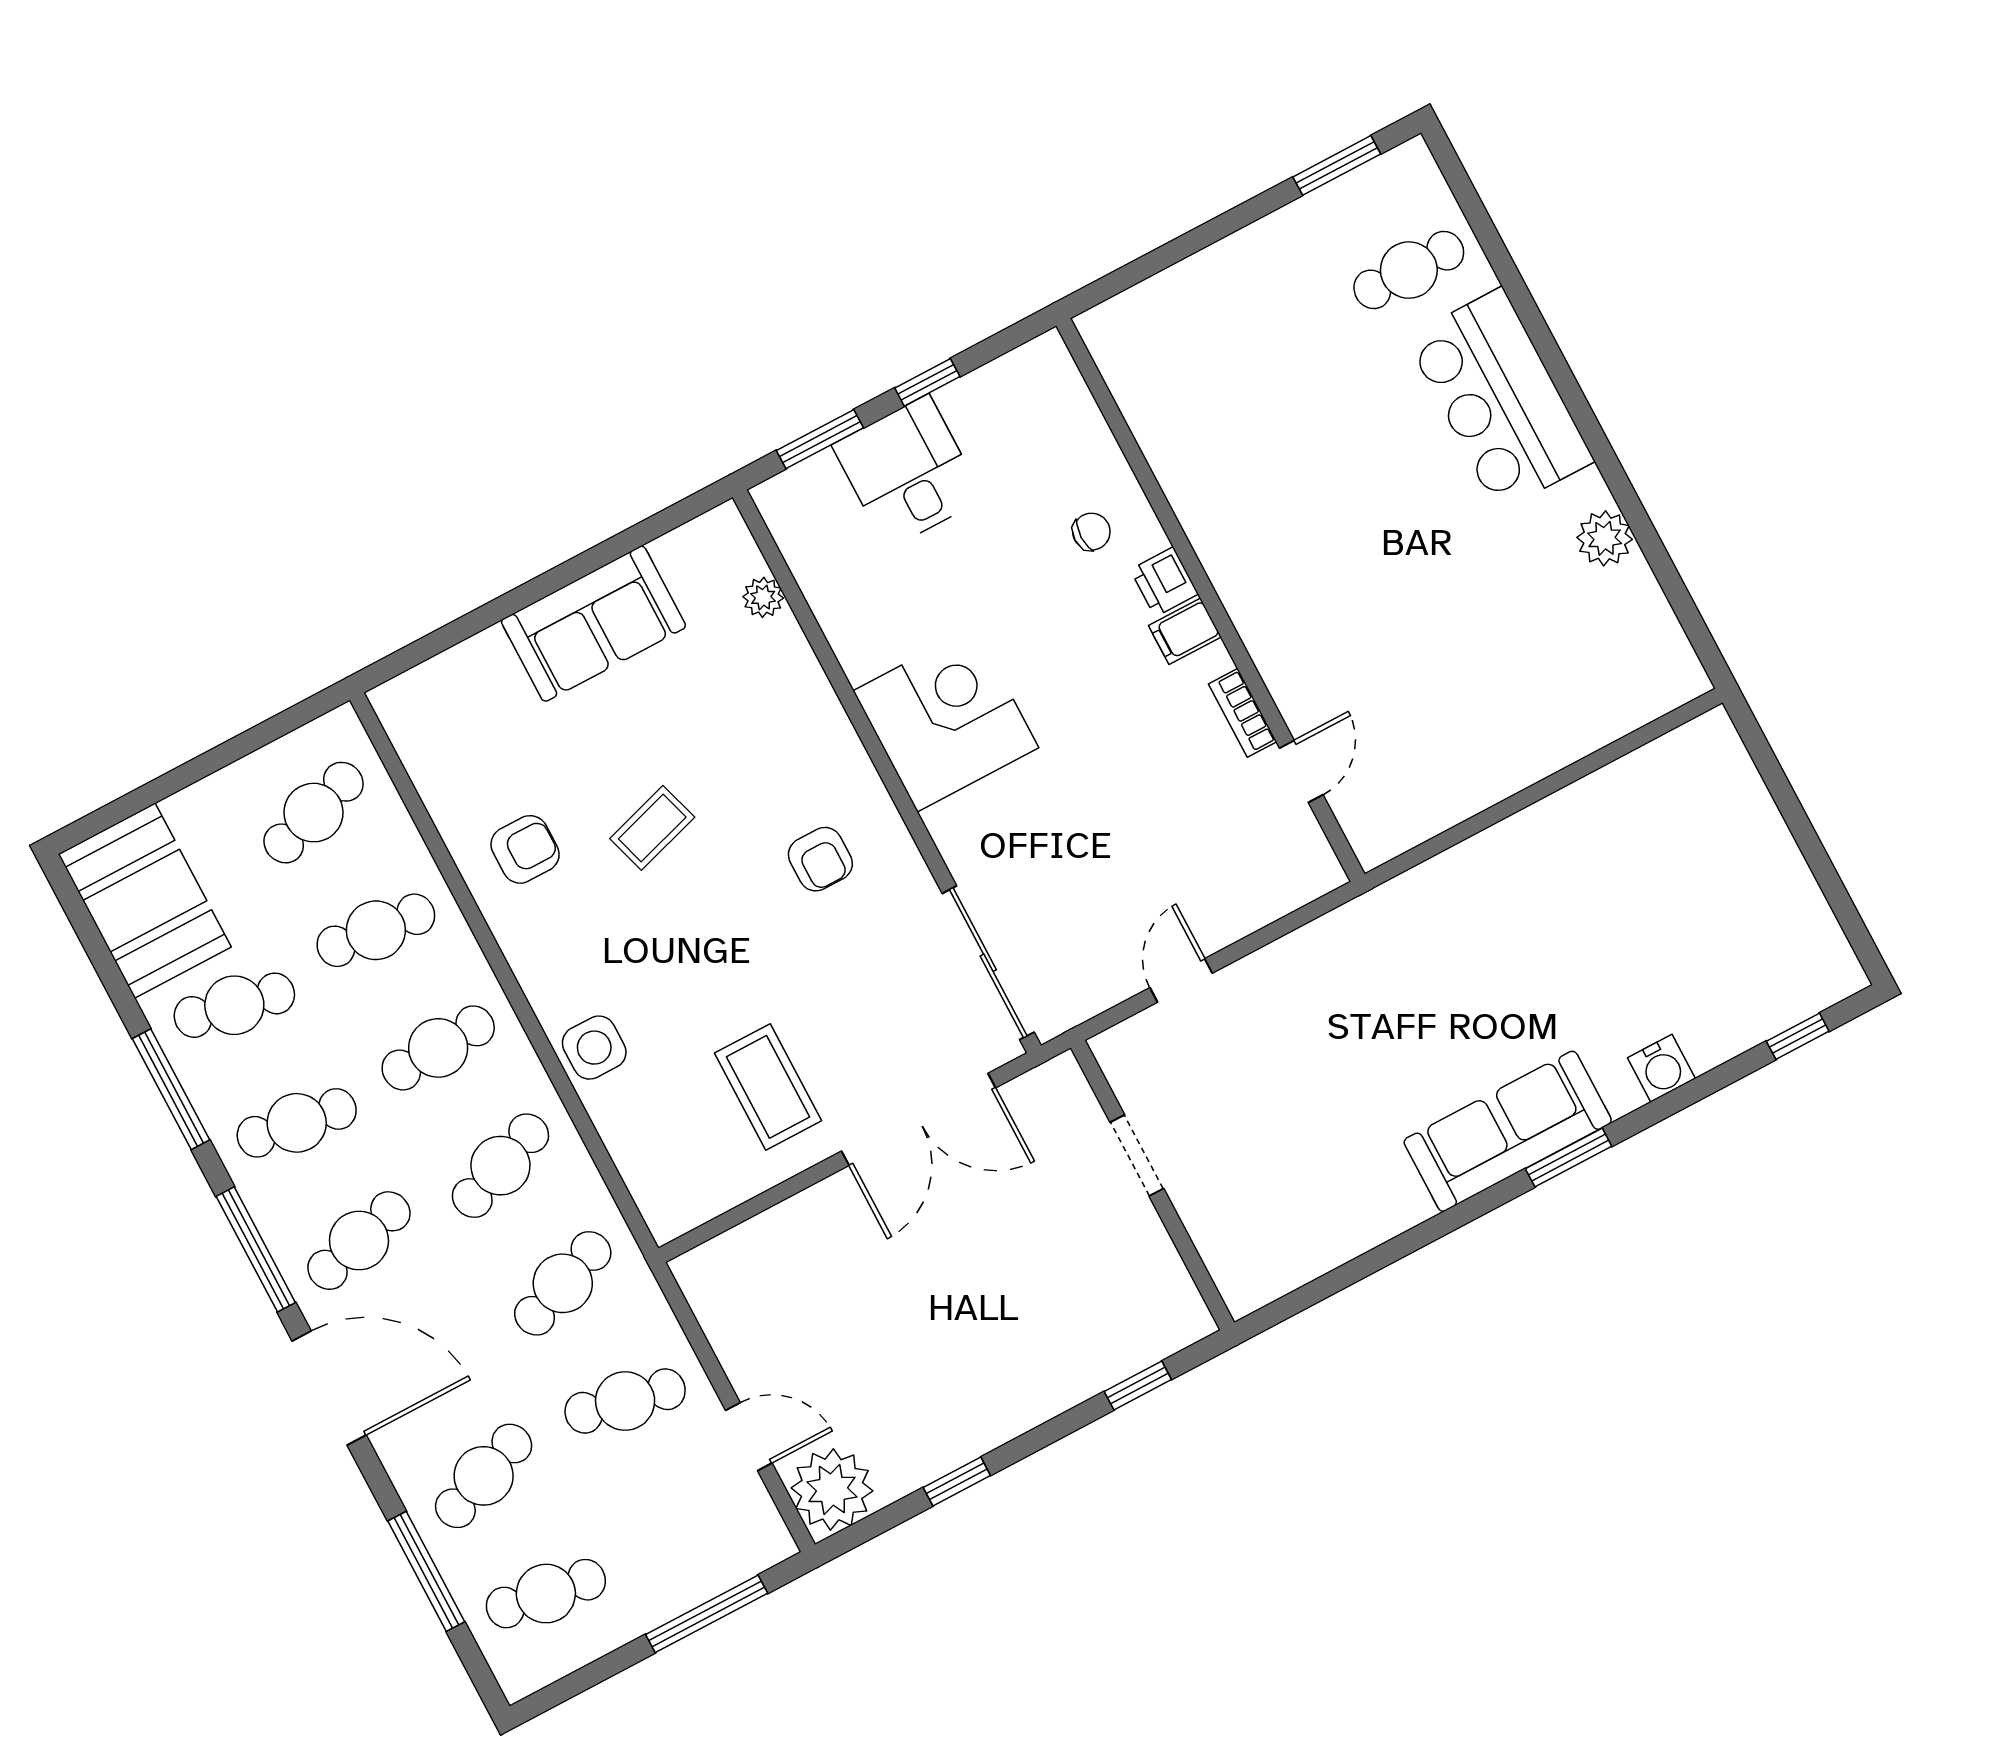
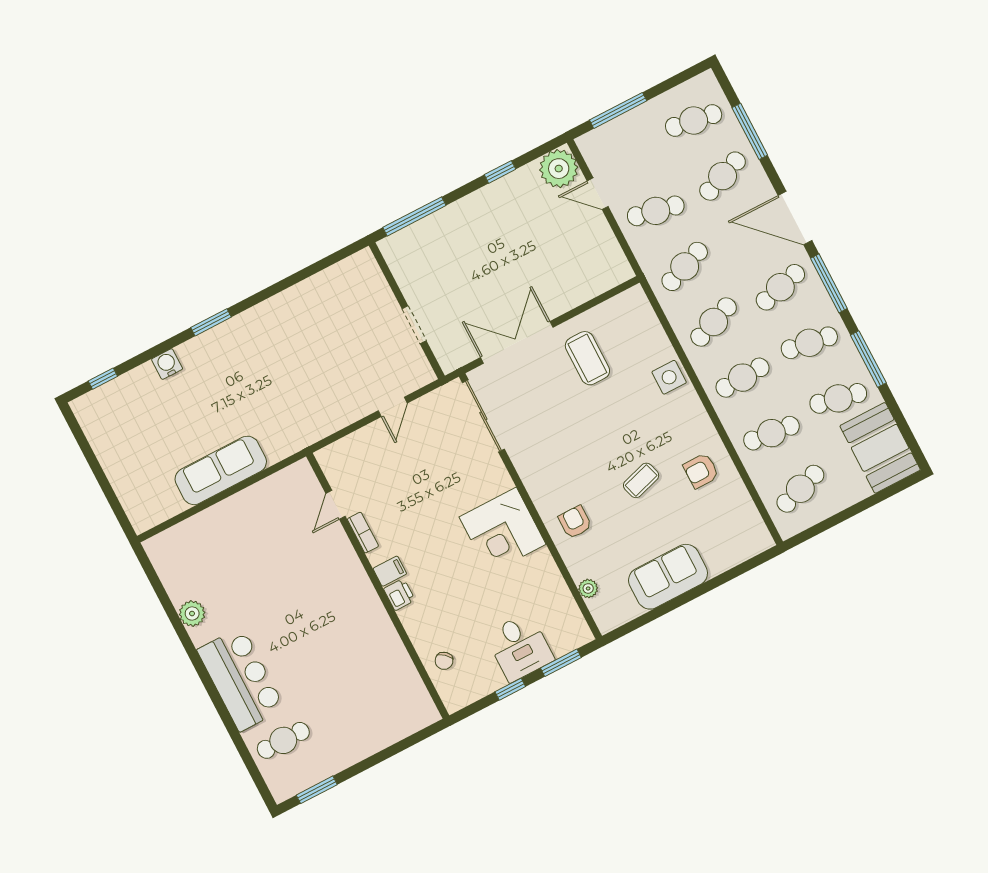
chair: (1091, 532) -> (444, 661), moved, turned -49
armchair: (820, 859) -> (575, 522), moved
sofa: (1508, 1131) -> (221, 470), moved, turned 180
window: (1138, 1386) -> (414, 216), width x2.17

